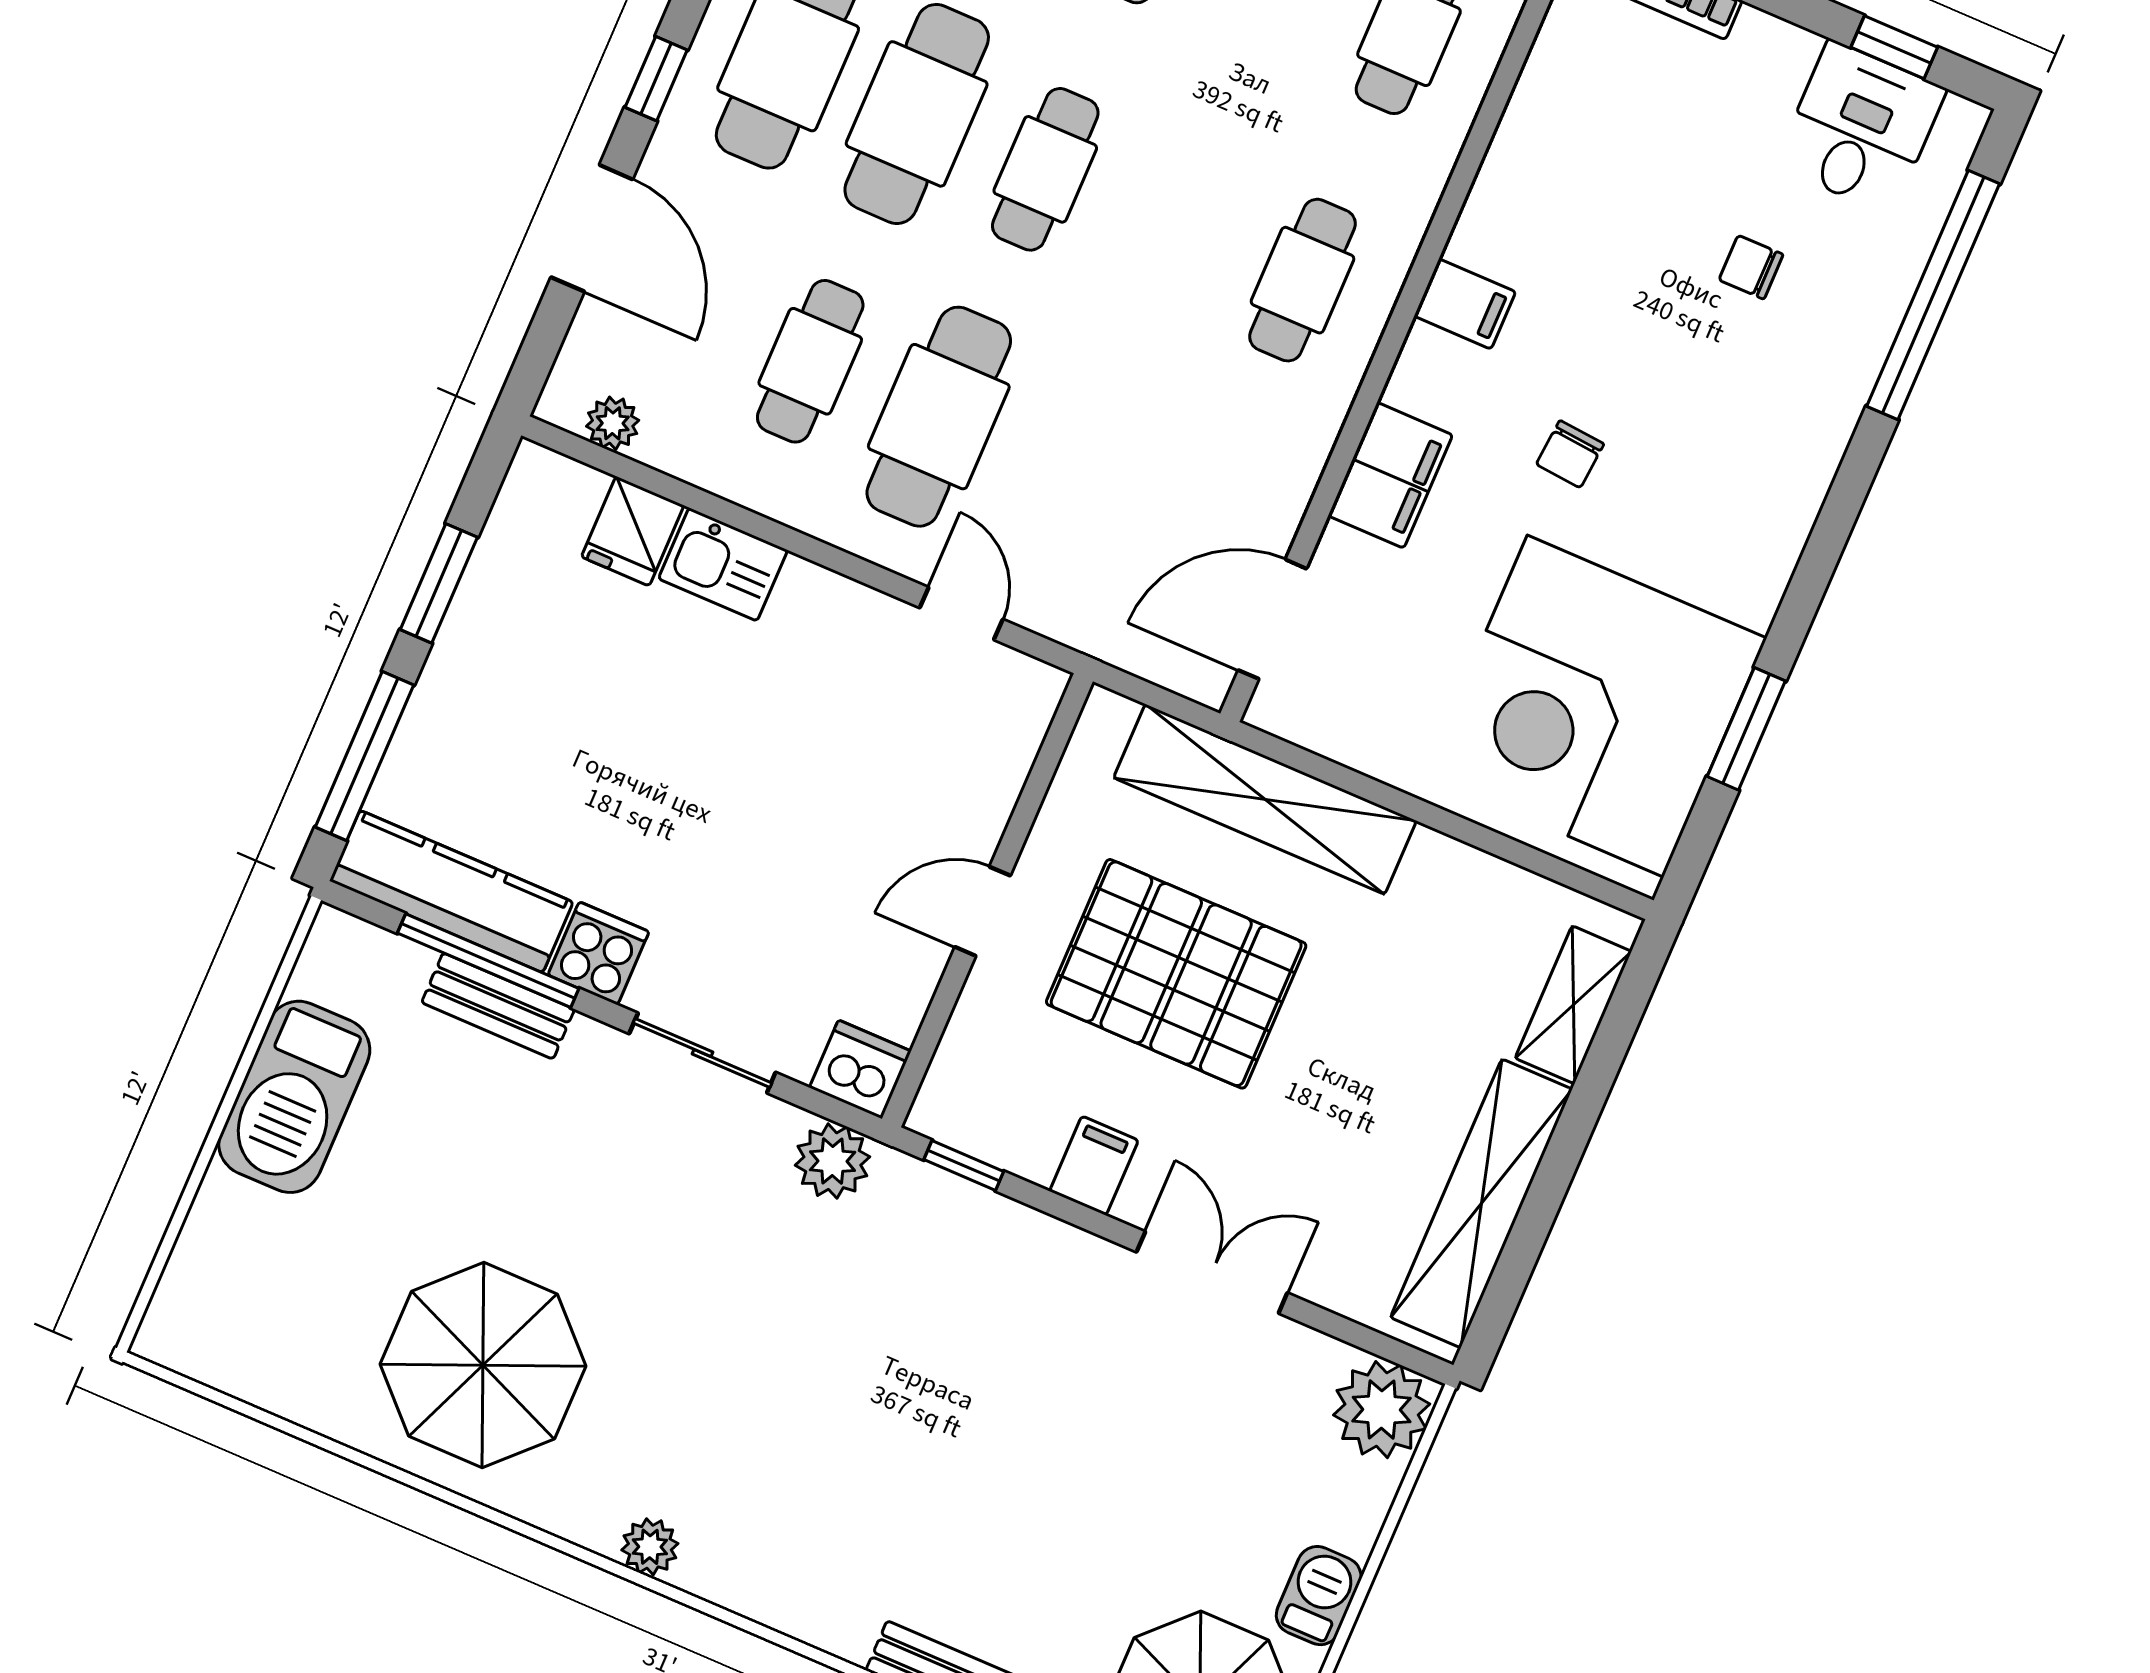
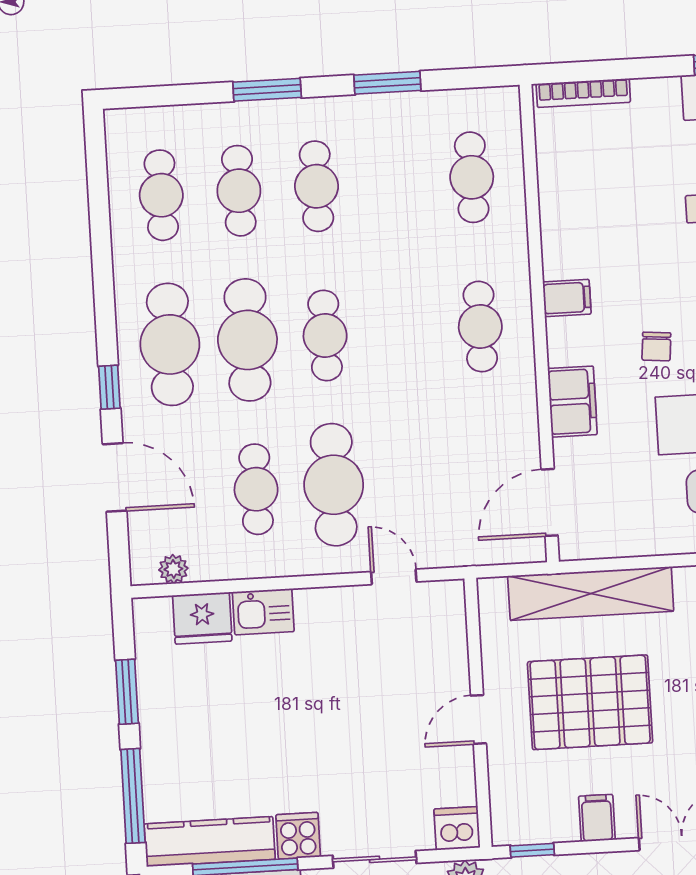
fridge: (633, 531) -> (202, 618), width x1.38

